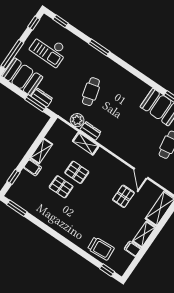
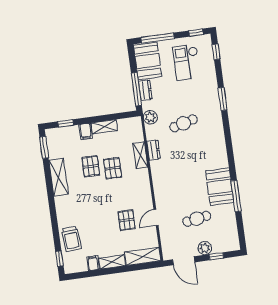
window: (35, 103) -> (136, 89), width x1.44
plant: (77, 120) -> (150, 117), moved
pallet: (123, 196) -> (127, 220), turned 90
shelving: (48, 217) -> (59, 177), added

